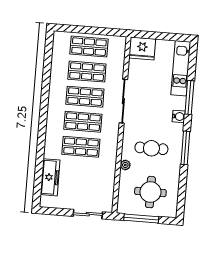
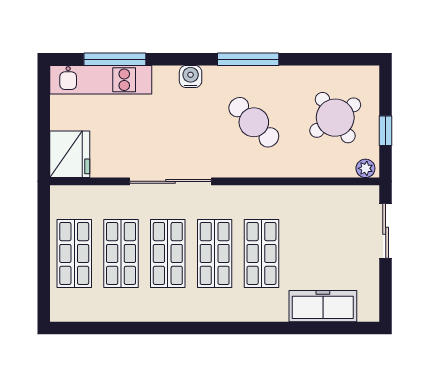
window: (189, 97) -> (115, 59), moved
cafe table: (151, 148) -> (254, 122), turned -45
plant: (125, 165) -> (365, 168), moved
round table: (150, 192) -> (335, 118), turned -35
window: (141, 218) -> (386, 131), width x0.46

